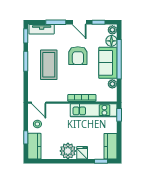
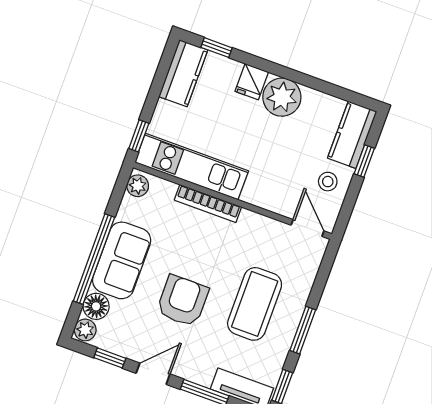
door: (79, 22) -> (153, 374), hinge flipped
plant: (112, 84) -> (138, 186), moved

